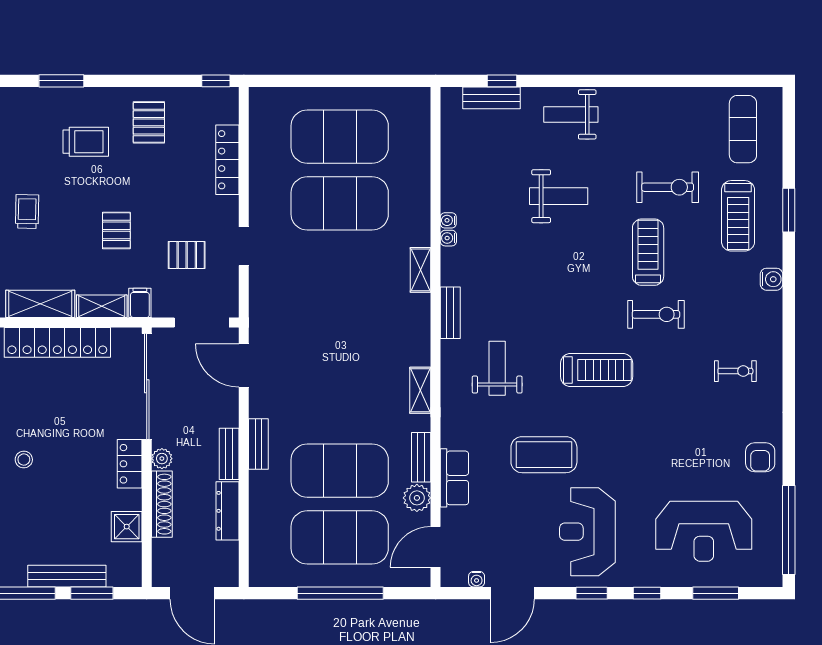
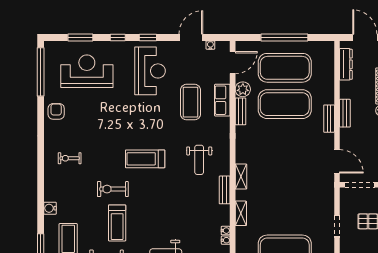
shelving: (420, 390) -> (241, 177), moved
coffee table: (544, 455) -> (191, 102), moved, turned 90
dresser: (228, 511) -> (346, 64), moved

